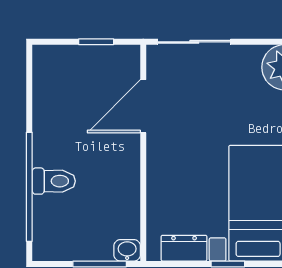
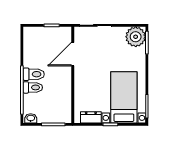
toilet: (56, 151) -> (34, 74), added
washbasin: (127, 250) -> (31, 118), moved

